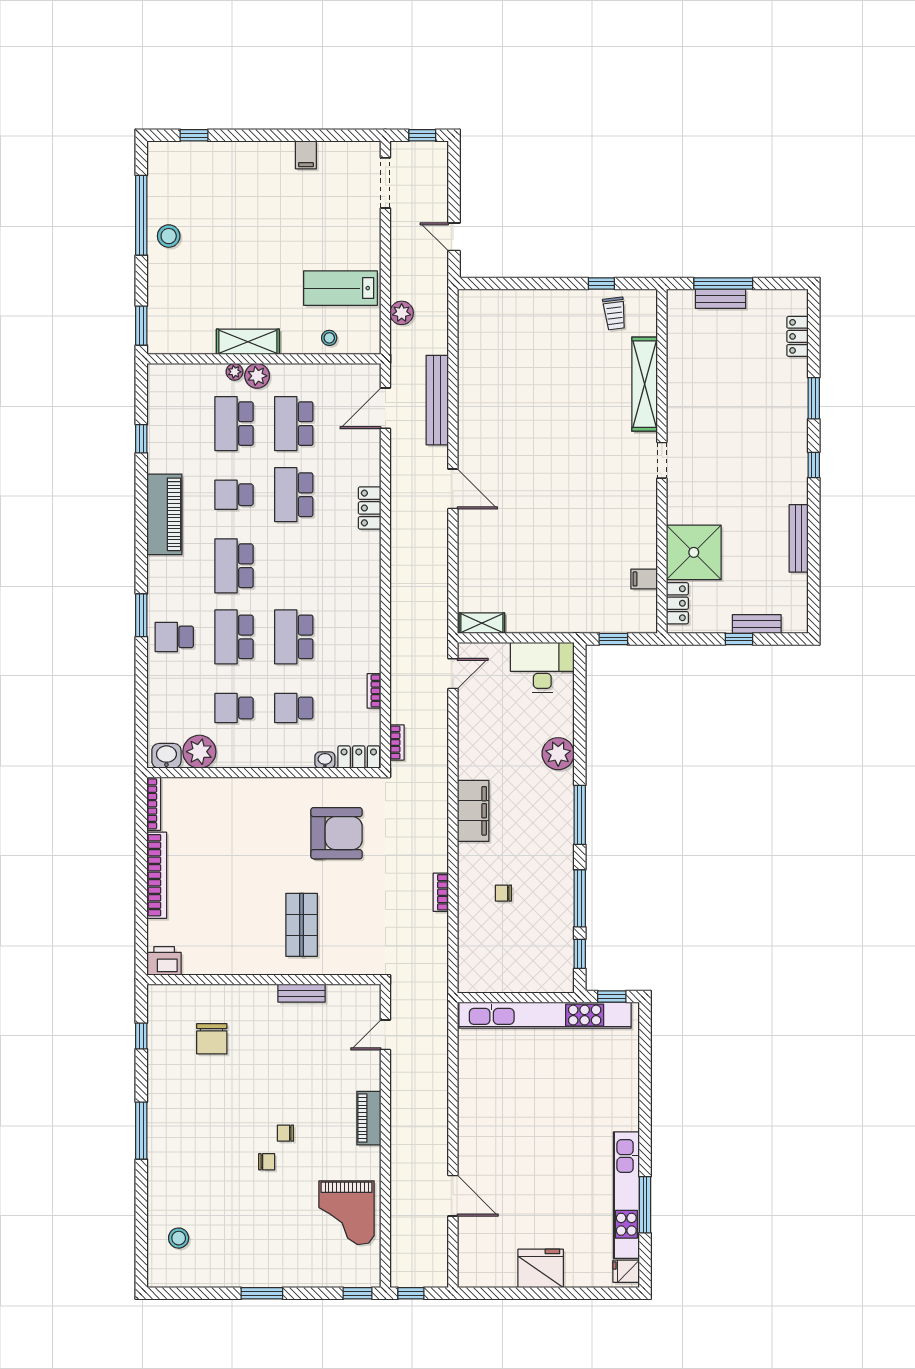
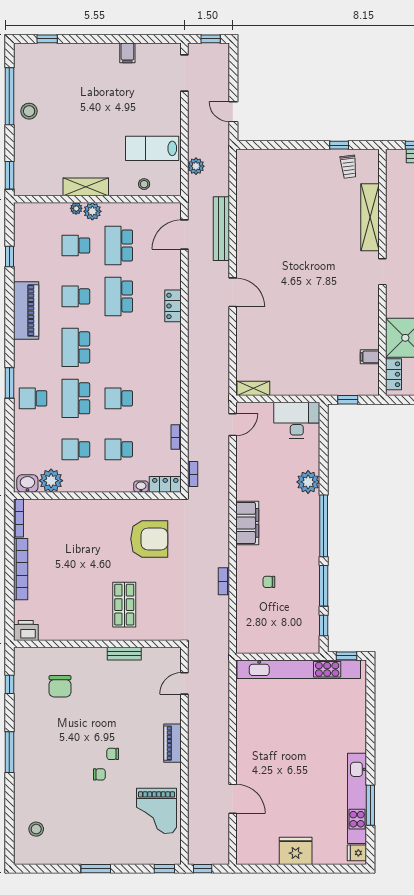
school desk: (234, 424) -> (76, 246), width x0.54
school desk: (294, 637) -> (119, 398), width x0.54
window: (580, 815) -> (324, 526), width x1.46

